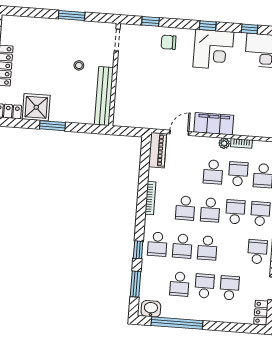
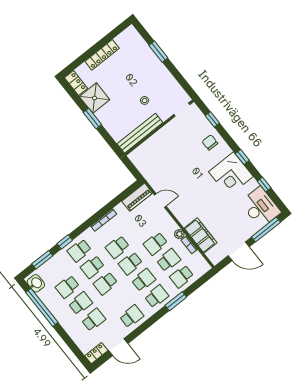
window: (72, 15) -> (158, 52), moved
filing cabinet: (214, 124) -> (201, 235), moved

